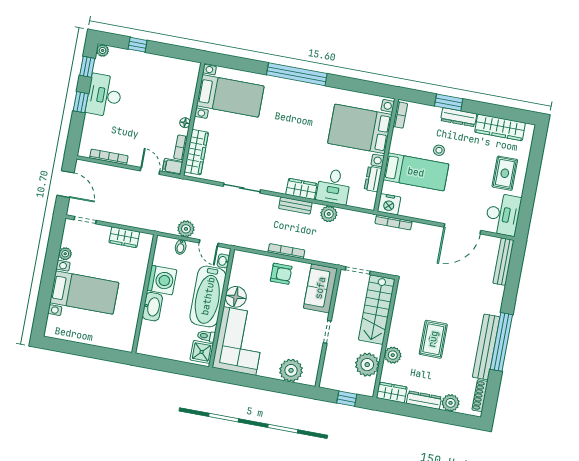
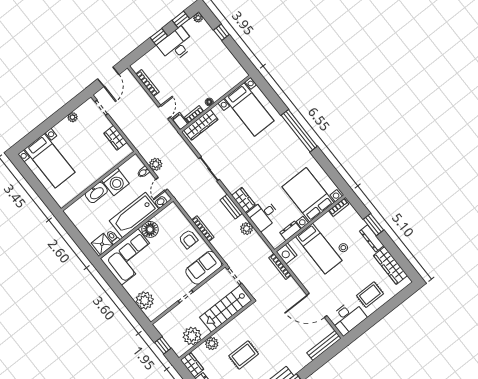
bed with nightstands: (84, 293) -> (50, 161), moved

